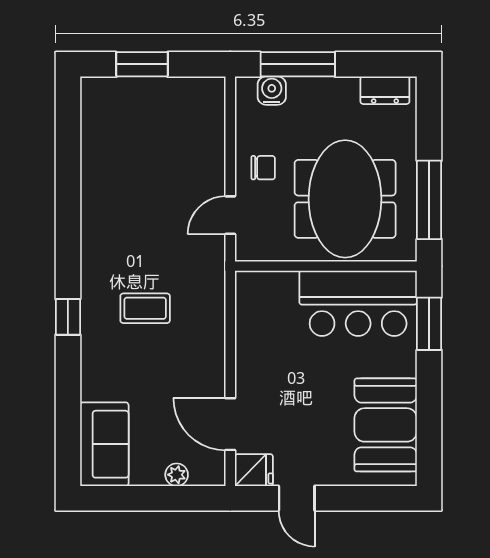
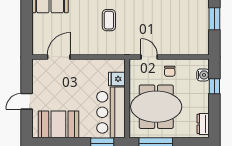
window: (298, 64) -> (214, 86), width x0.46
fridge: (254, 470) -> (117, 79), moved, turned 90
plant: (177, 475) -> (37, 34), removed
door: (297, 498) -> (27, 101), moved

